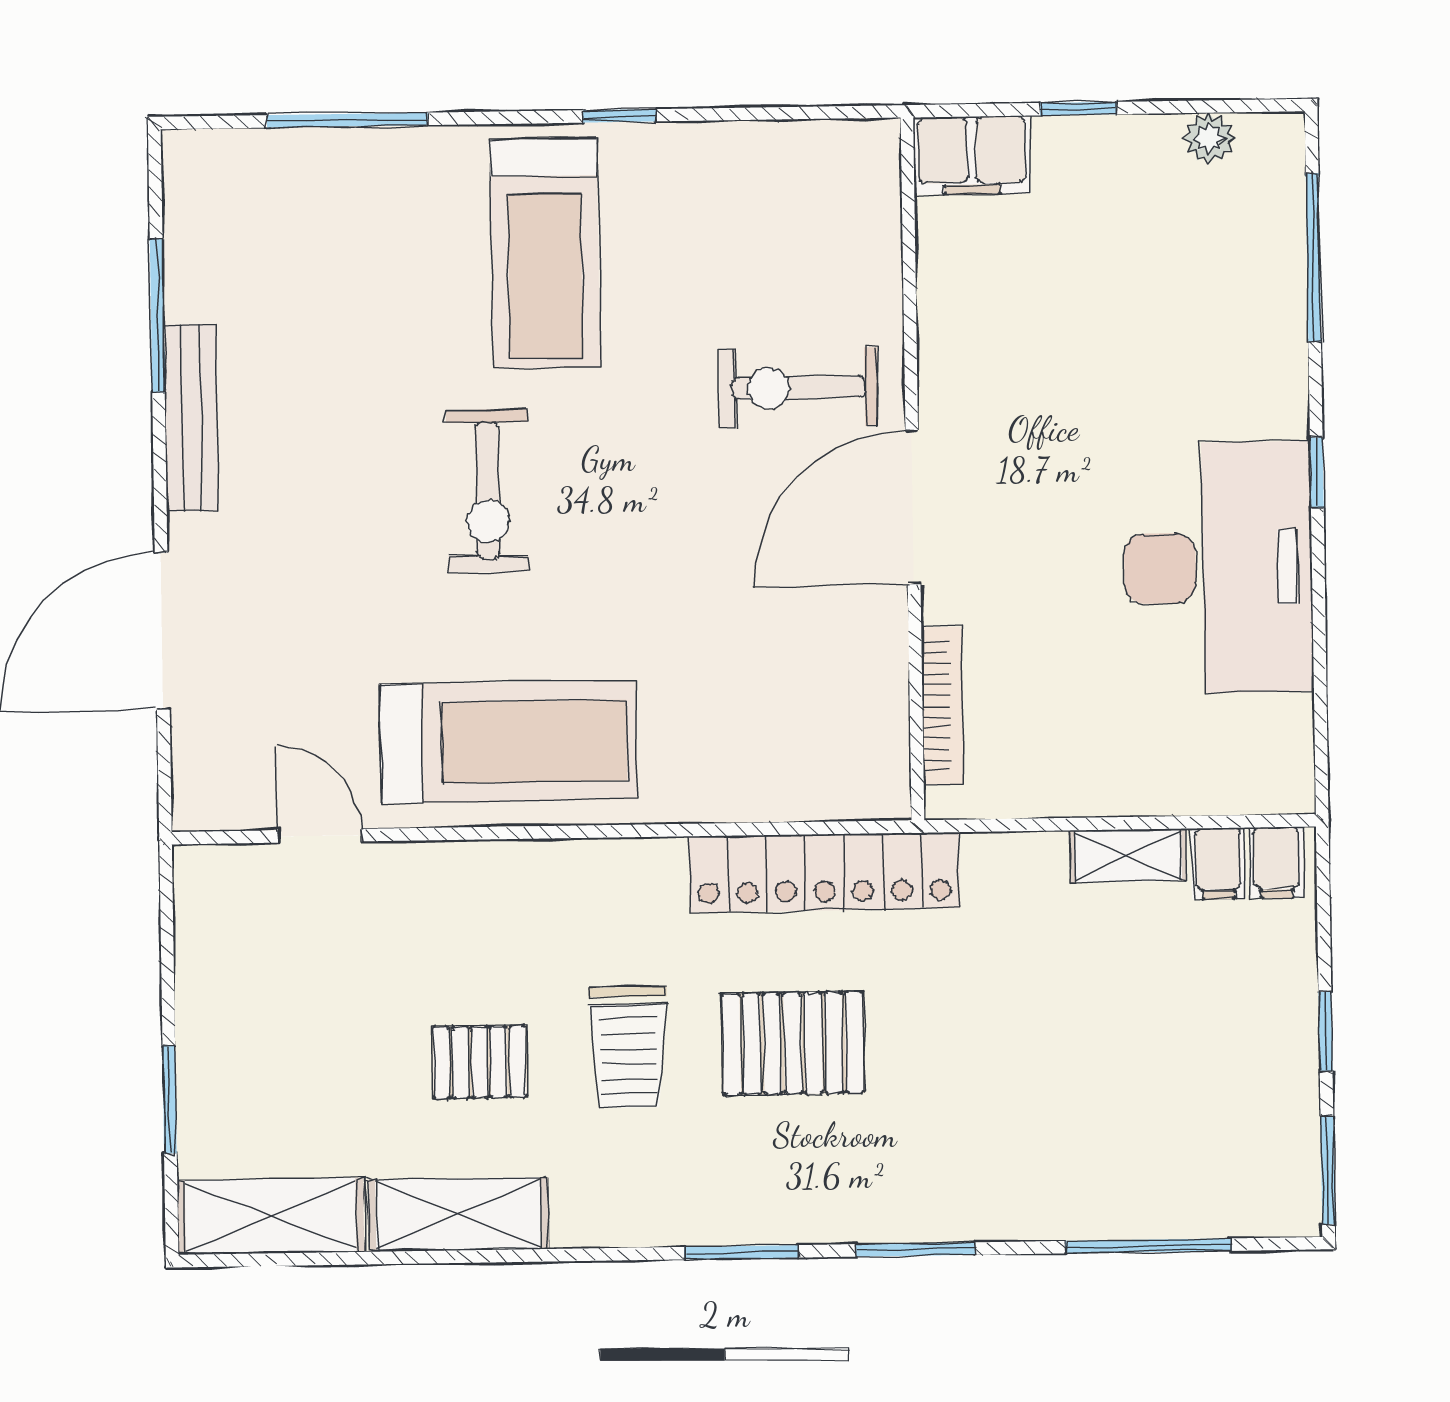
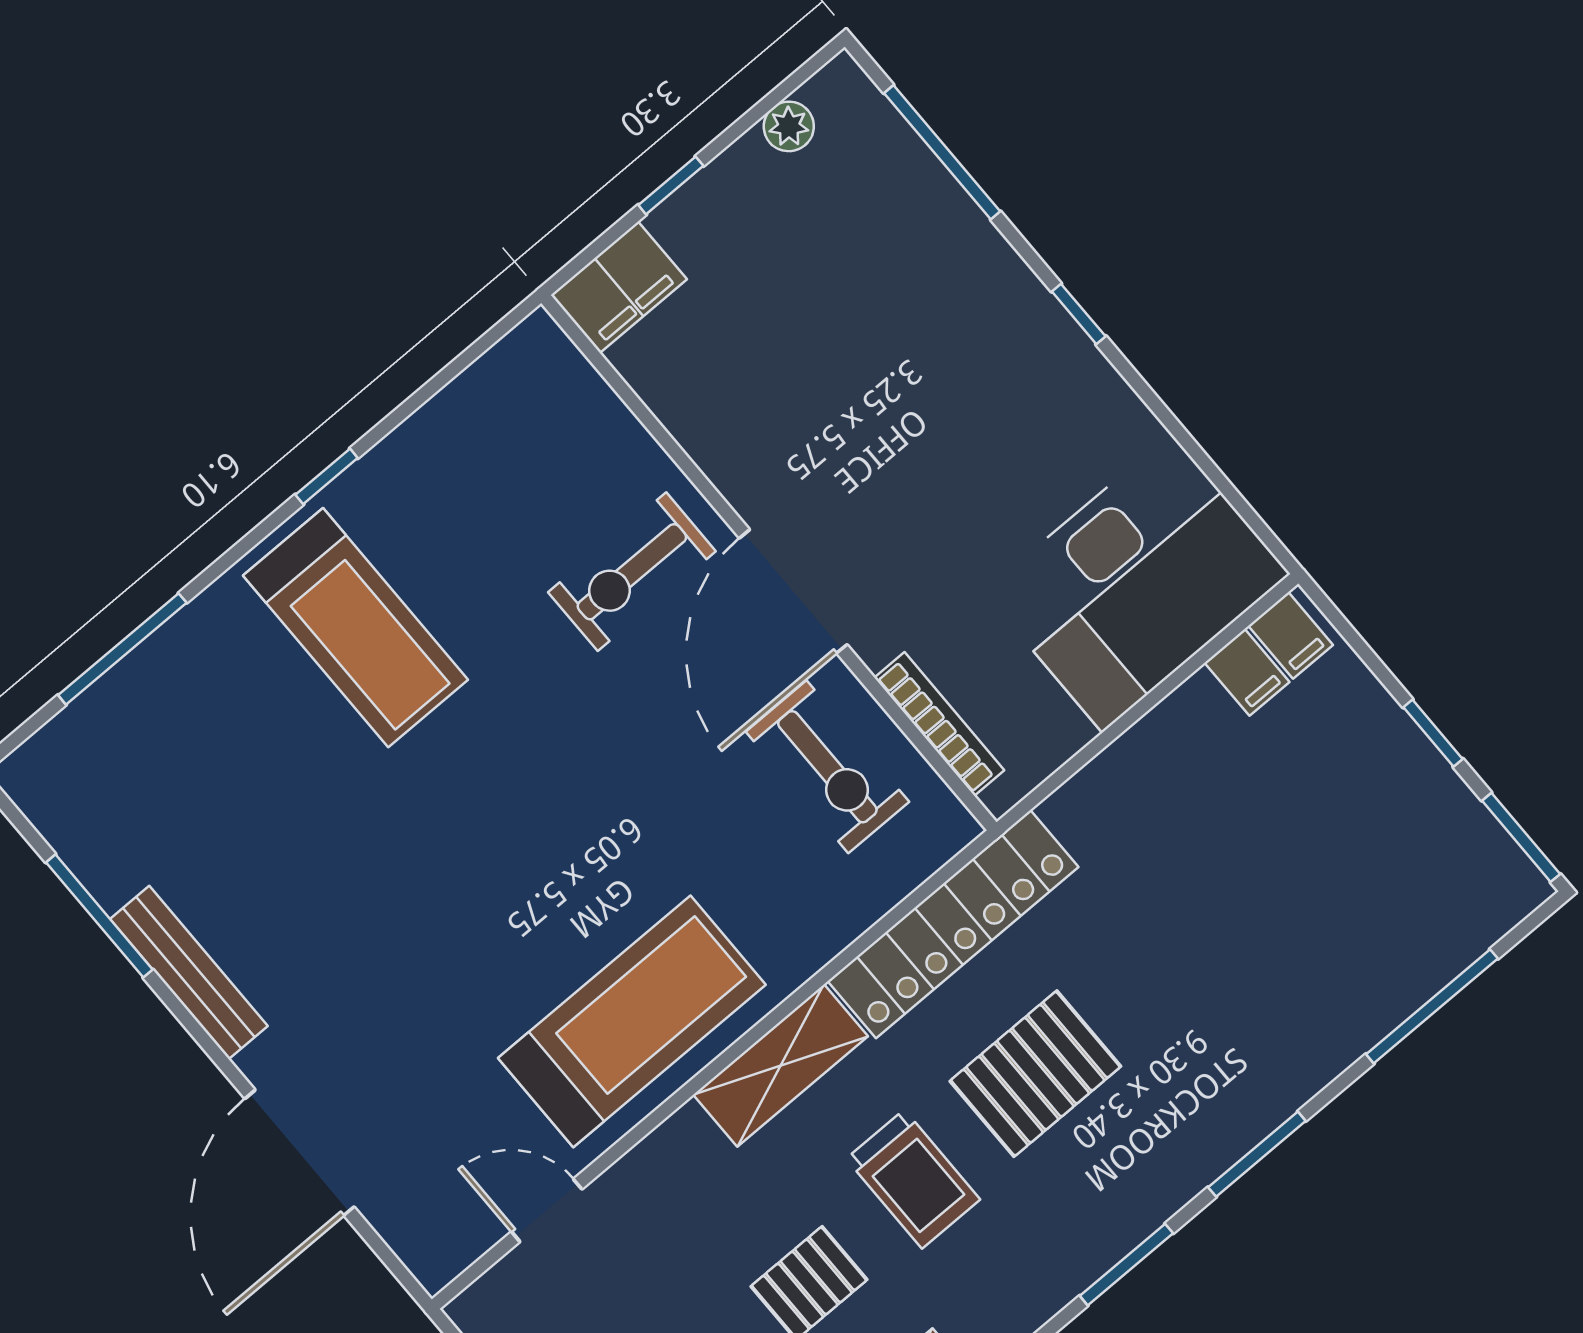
exercise bike: (488, 491) -> (827, 767), moved
desk: (1218, 568) -> (1137, 583), moved, turned 90
shelving: (1128, 856) -> (781, 1066), moved, width x1.50, depth x1.33

